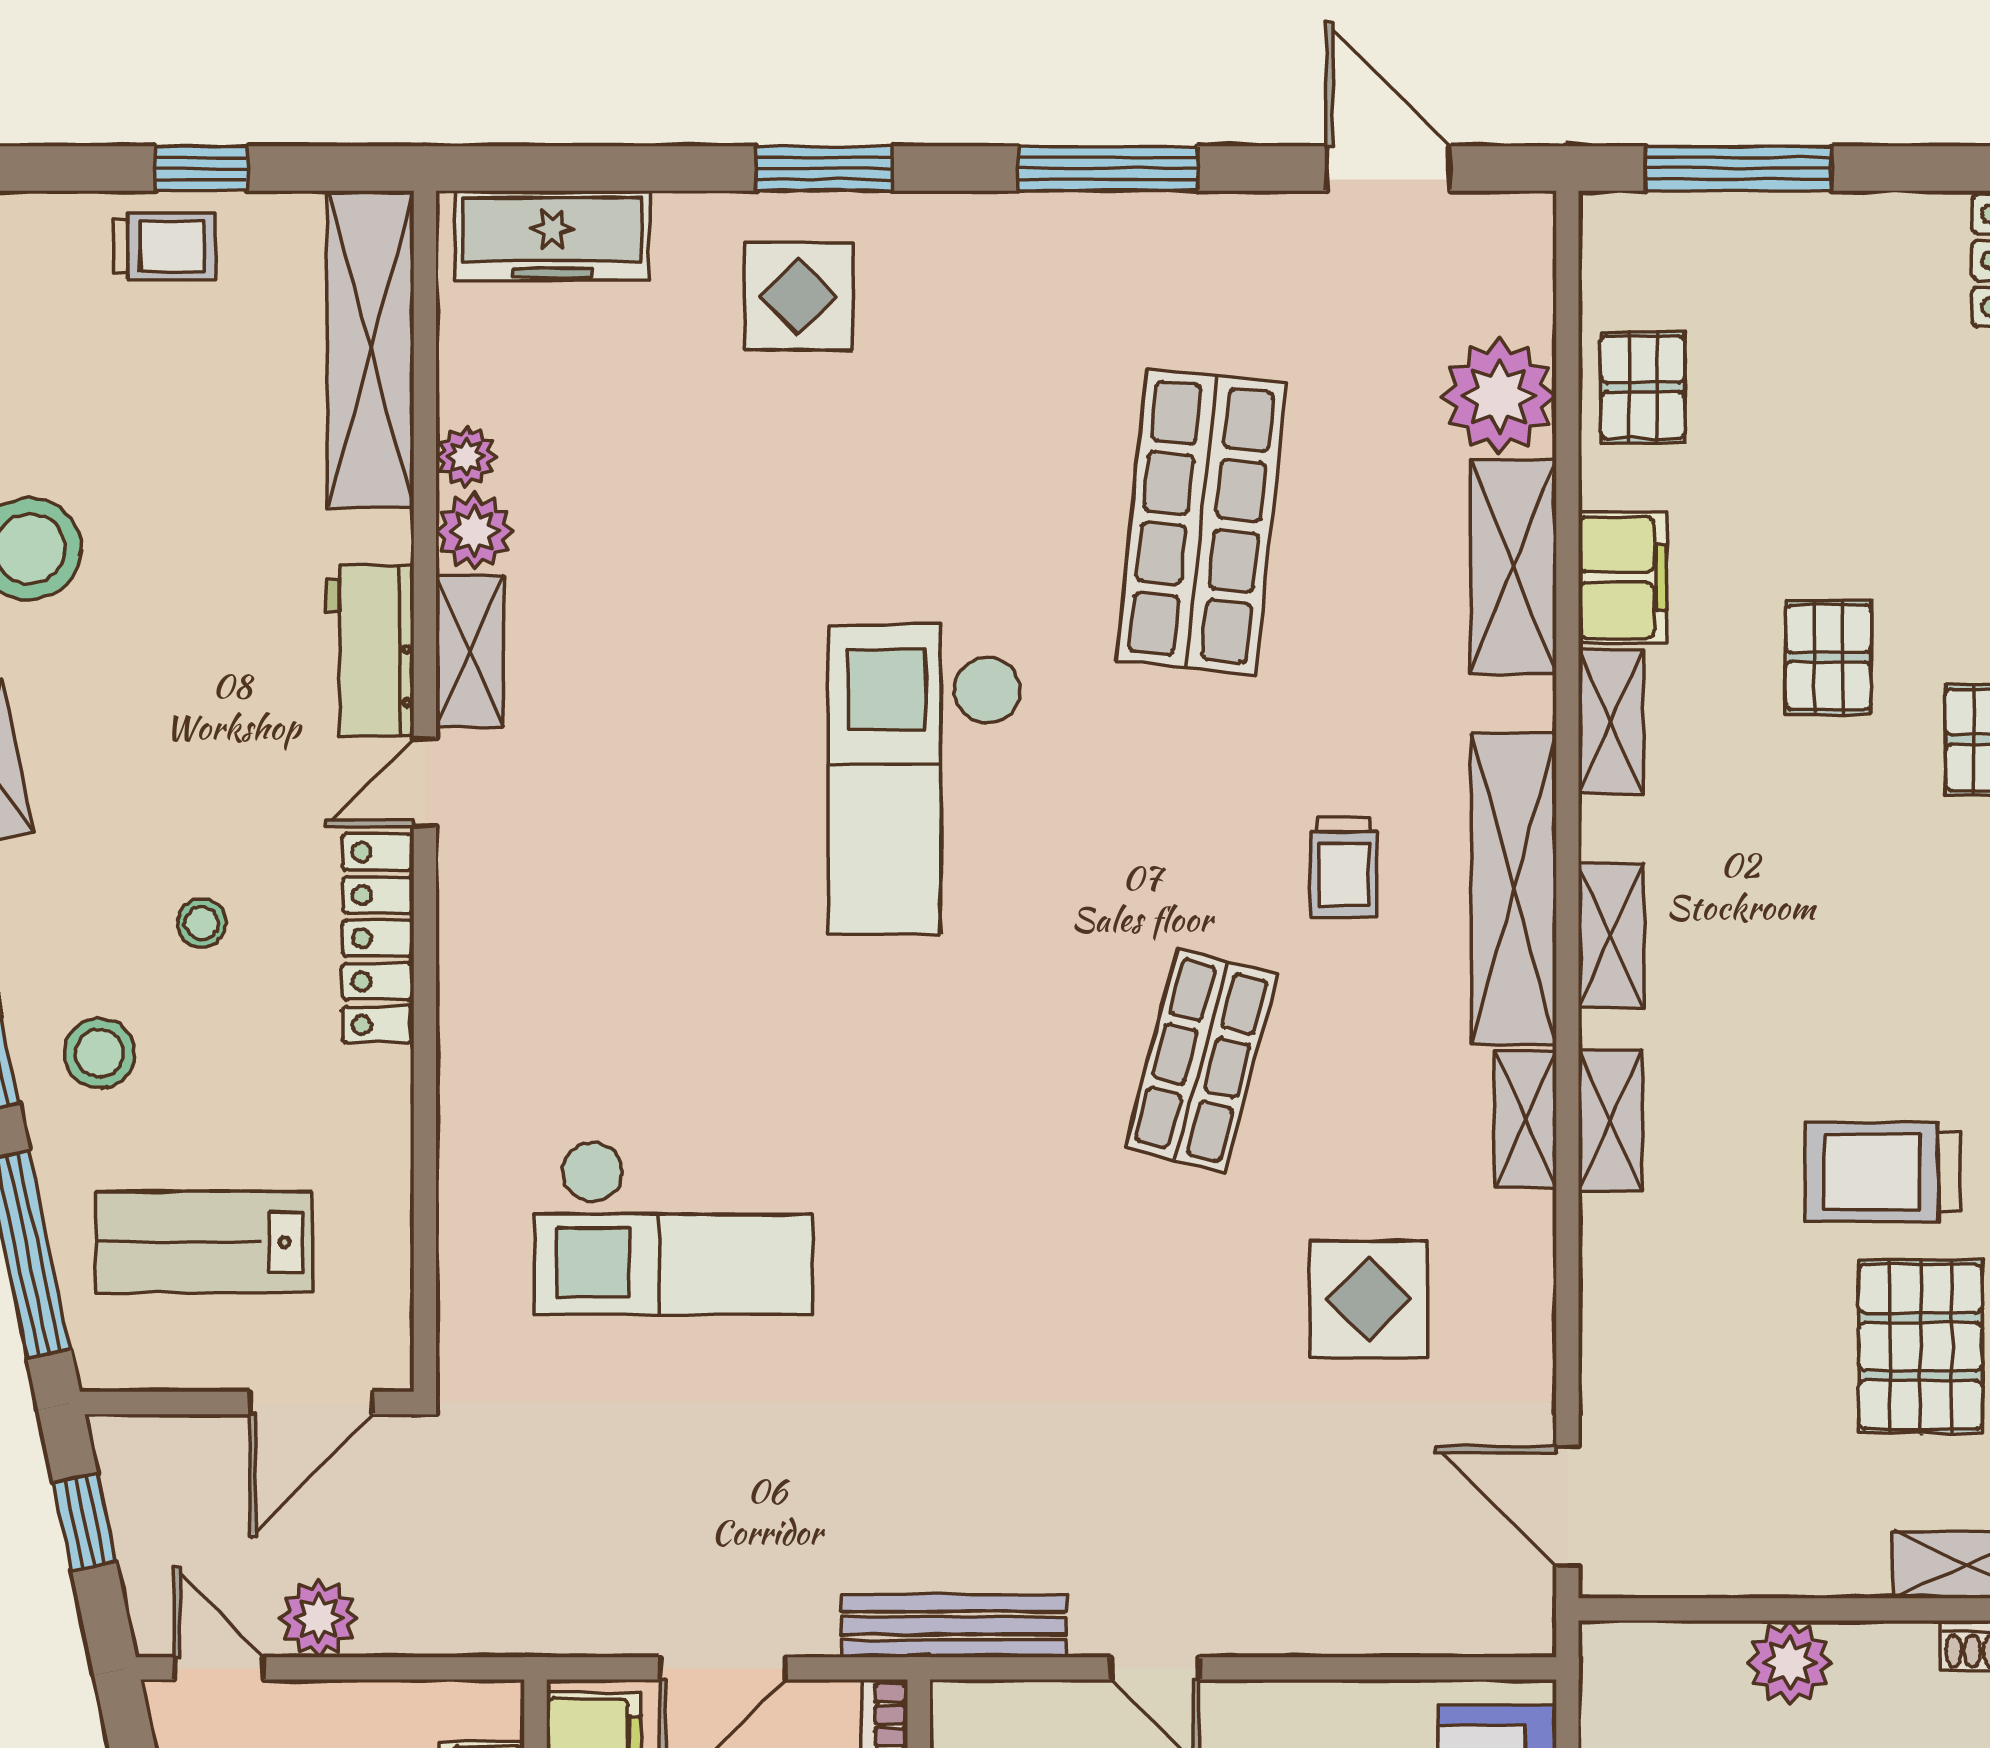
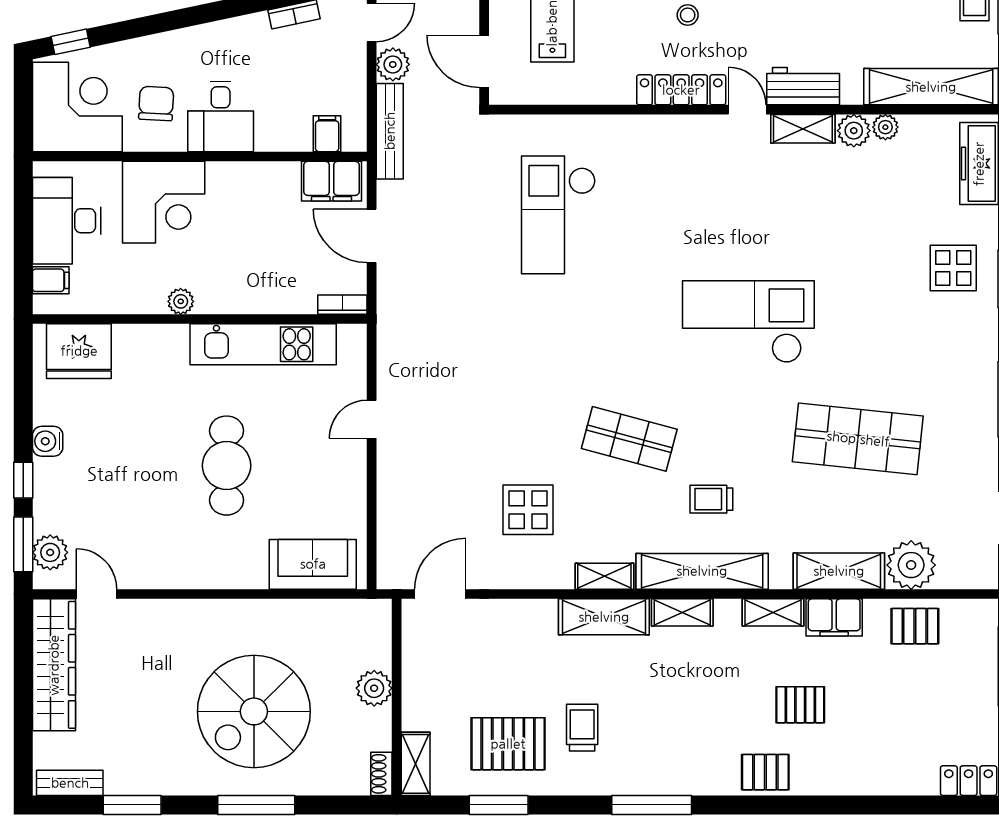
shelving: (1610, 1120) -> (604, 617), width x1.50, depth x1.33
trolley: (1883, 1172) -> (582, 728), width x0.73, depth x0.72
bench: (954, 1626) -> (390, 131), moved

